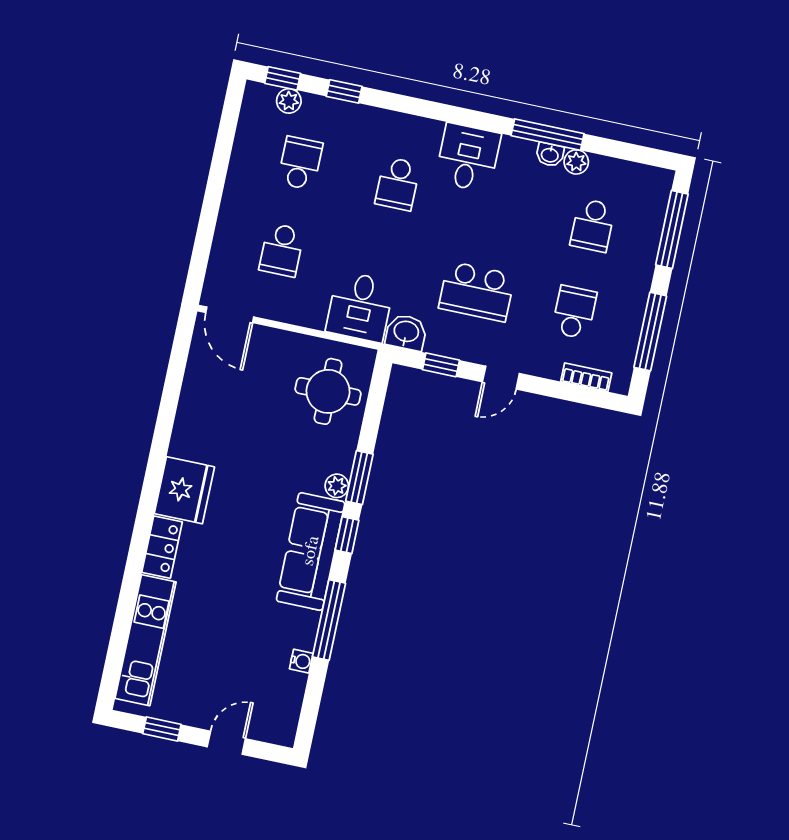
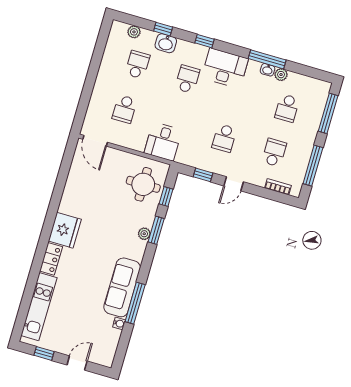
window: (283, 78) -> (205, 41), moved
desk: (468, 158) -> (225, 68), width x1.37
school desk: (398, 184) -> (187, 79), turned 180
school desk: (477, 291) -> (224, 138), width x0.54
washbasin: (406, 332) -> (166, 43), moved, turned 180
window: (347, 535) -> (166, 197), moved
sofa: (311, 551) -> (122, 287), moved

